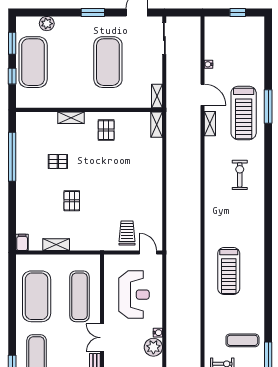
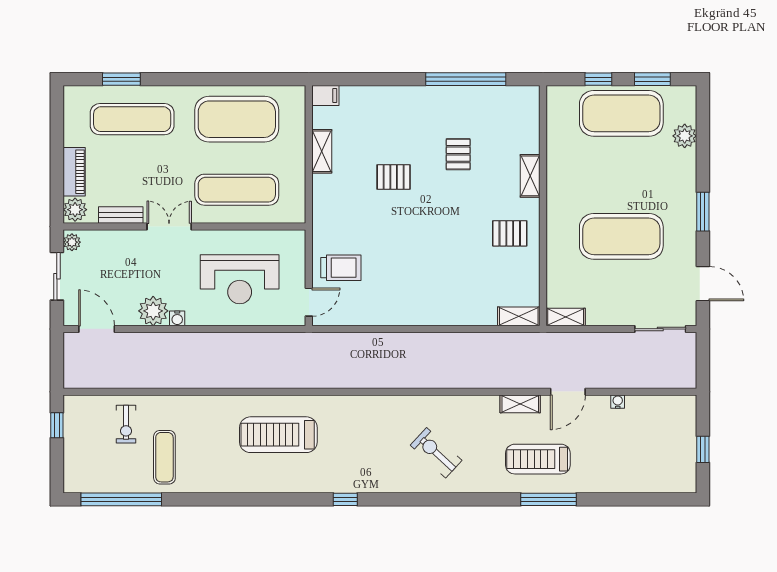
treadmill: (244, 113) -> (538, 459), width x0.73, depth x0.73
exercise bike: (240, 175) -> (436, 453), turned -137
window: (268, 230) -> (345, 499), added

